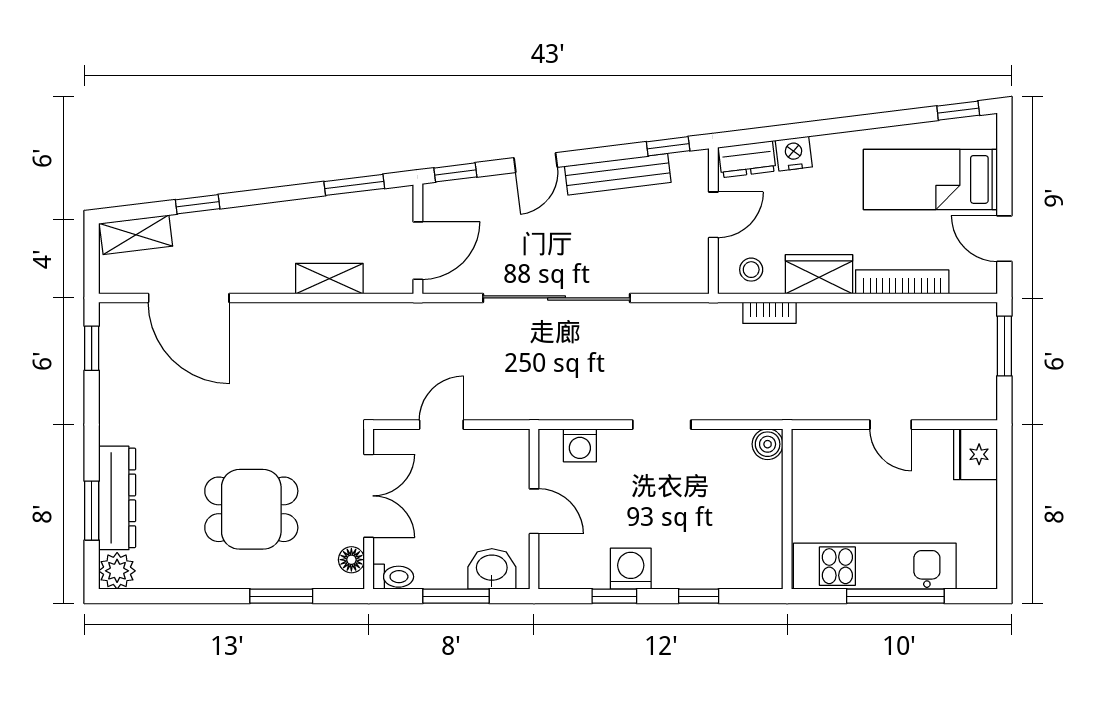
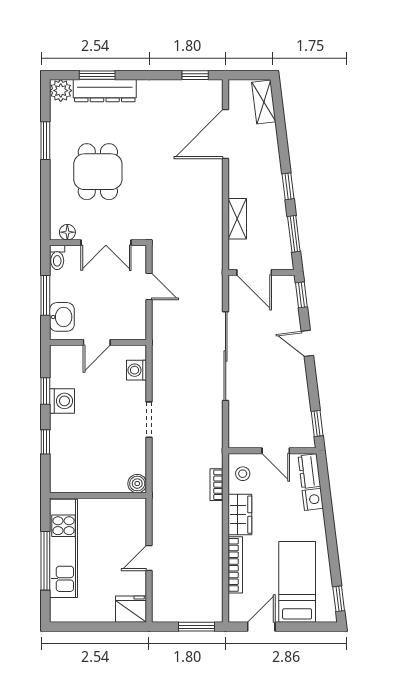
bench: (618, 174) -> (300, 393), removed
window: (198, 204) -> (288, 186), moved
window: (281, 596) -> (45, 141), moved

